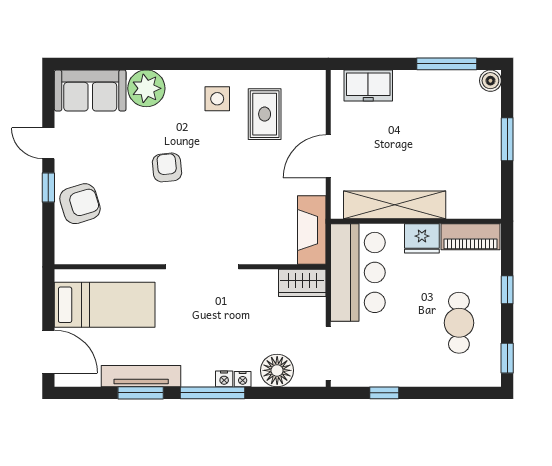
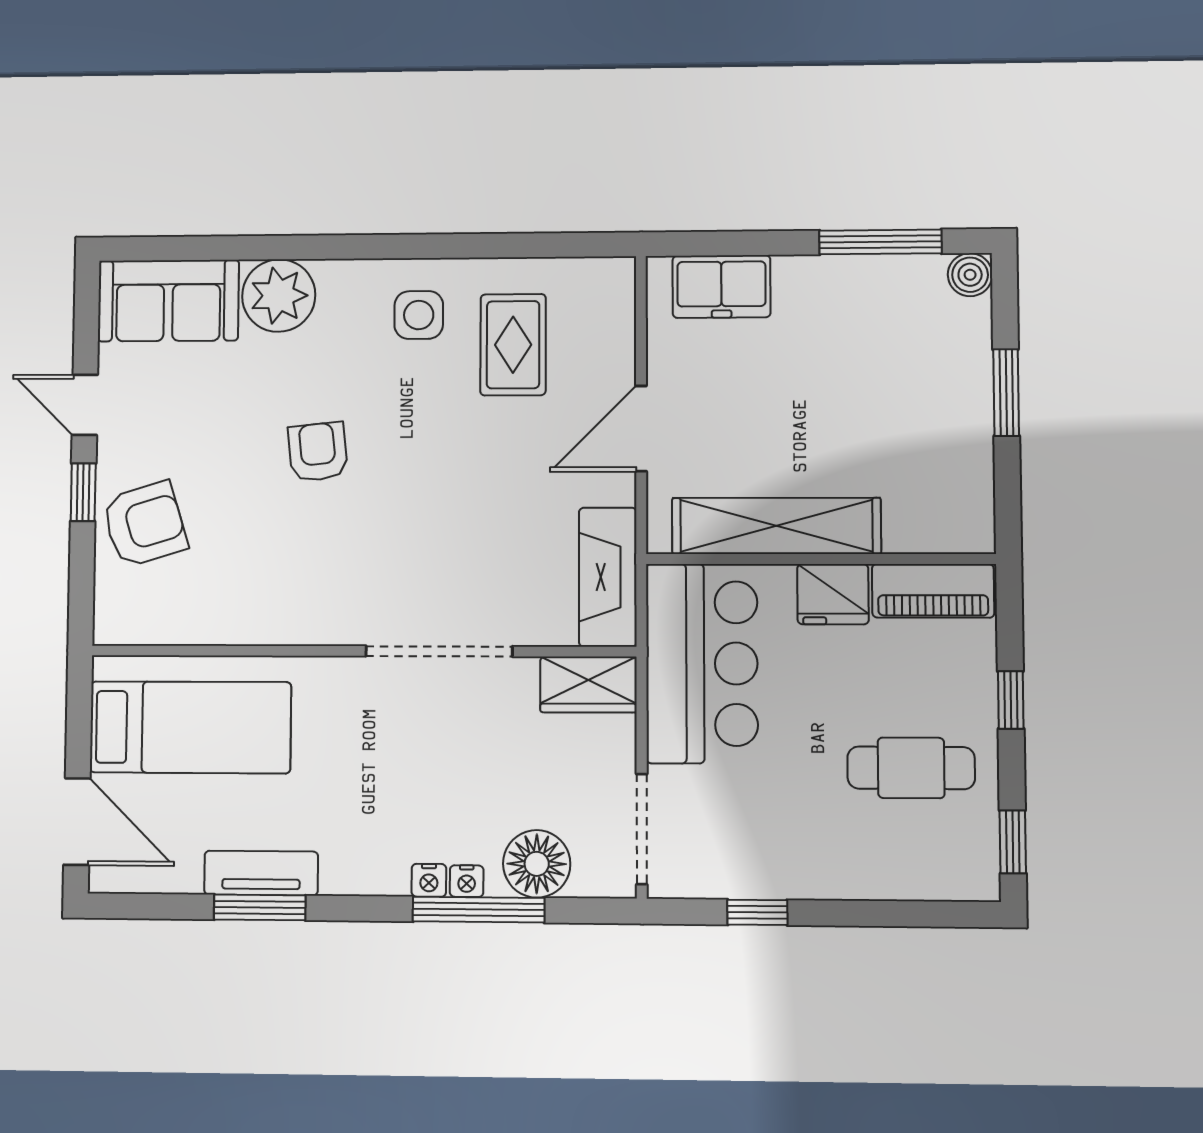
doorway: (202, 267) -> (439, 651), moved
cafe table: (459, 323) -> (911, 768), turned 90
tv unit: (141, 376) -> (261, 873), width x0.71
window: (213, 393) -> (479, 910), moved

